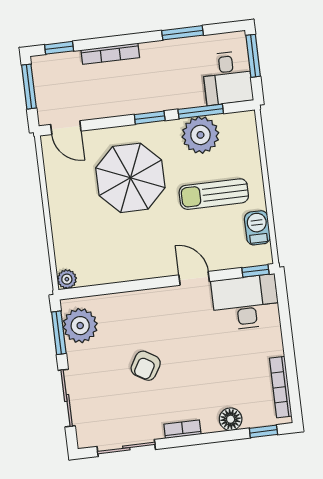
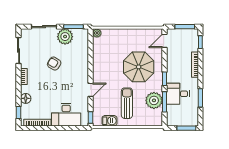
desk: (227, 78) -> (178, 94), moved
desk: (246, 302) -> (66, 115), moved, turned 90
plant: (80, 326) -> (65, 37), moved

